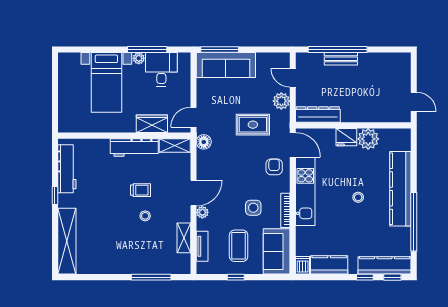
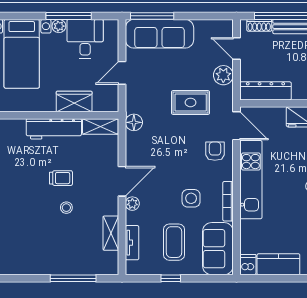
shoe rack: (312, 58) -> (259, 25), added
door: (193, 117) -> (122, 73), moved

